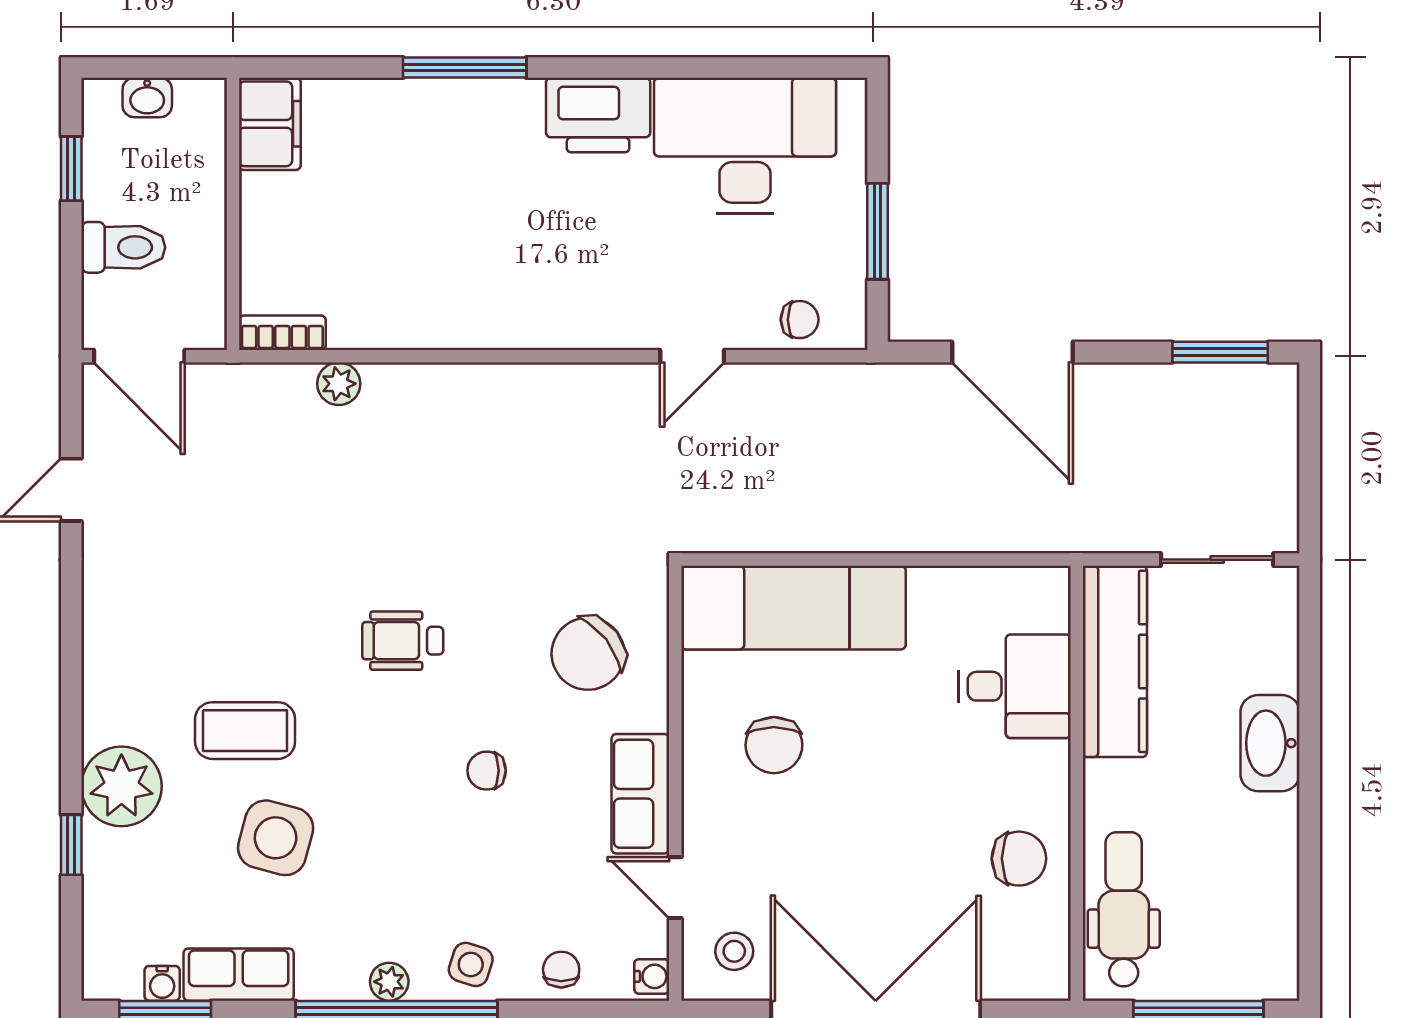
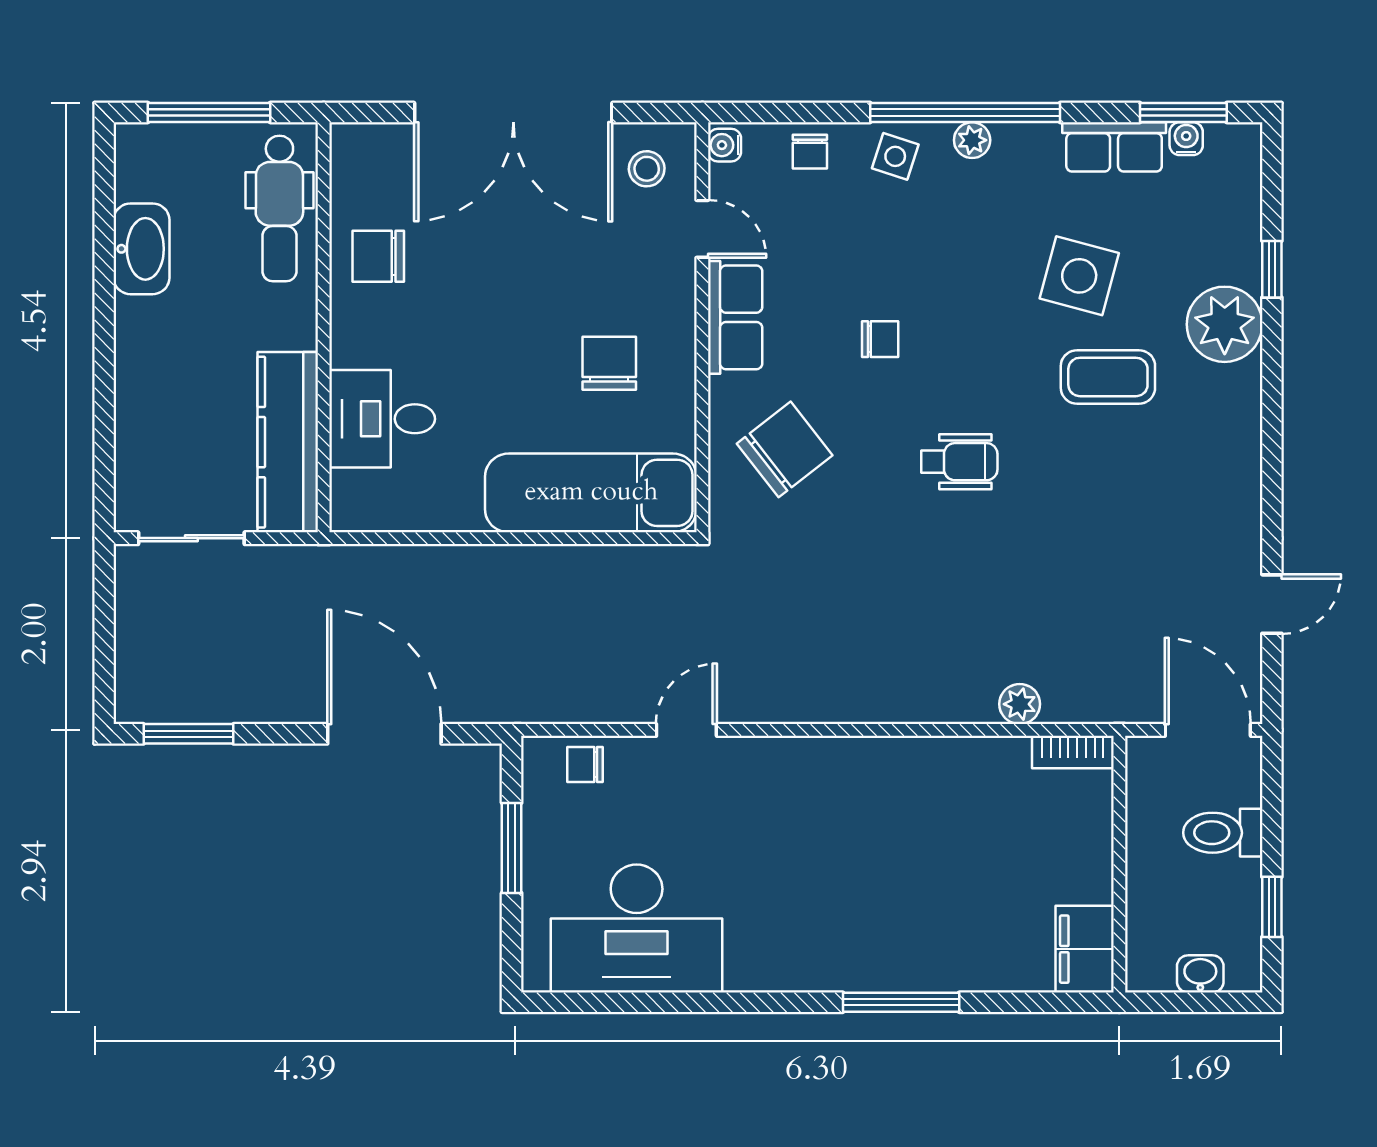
printer: (598, 115) -> (775, 957), removed
washbasin: (1270, 743) -> (141, 249), moved

